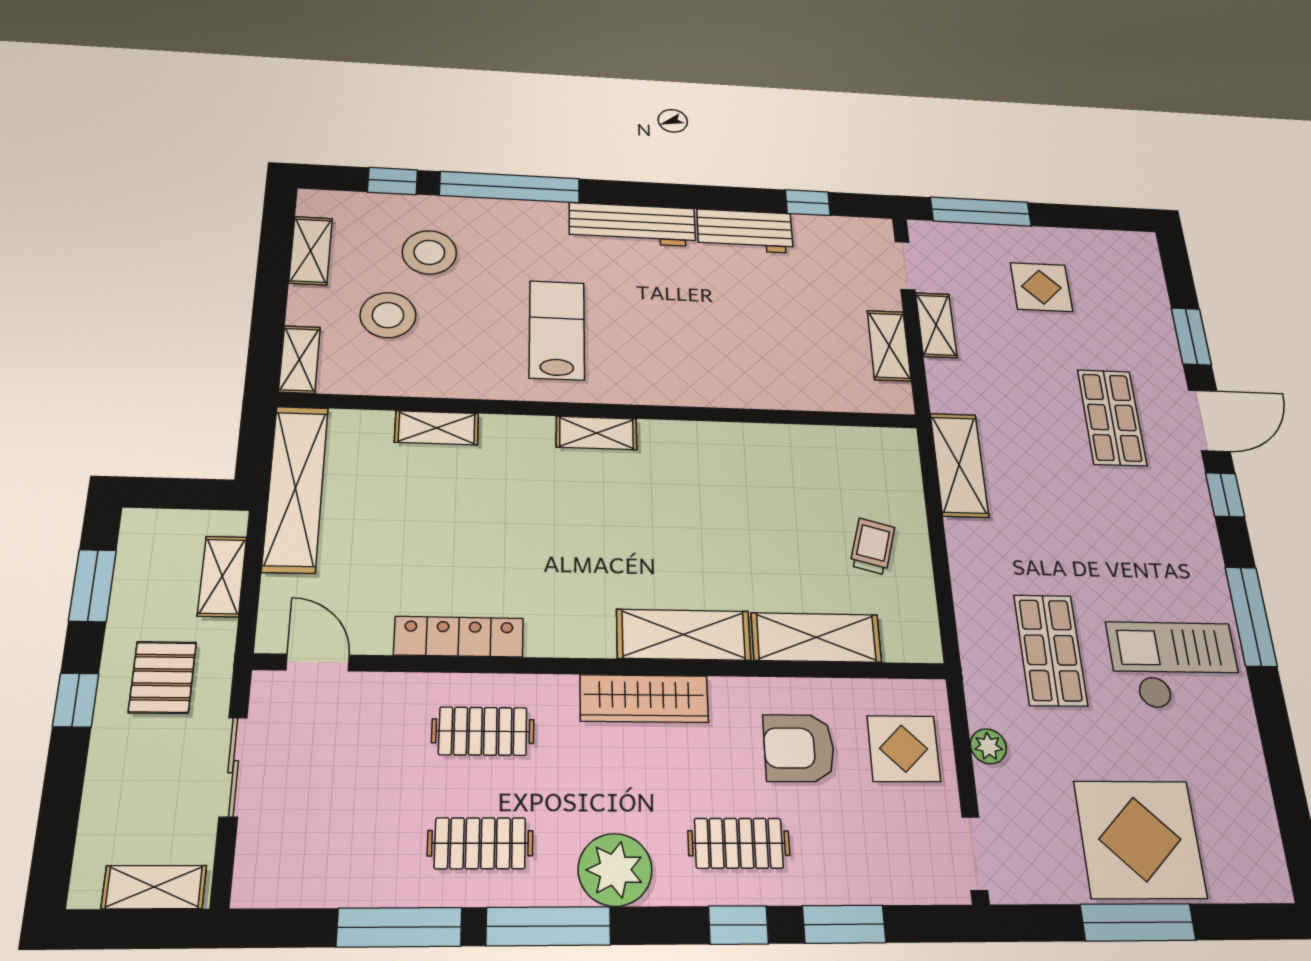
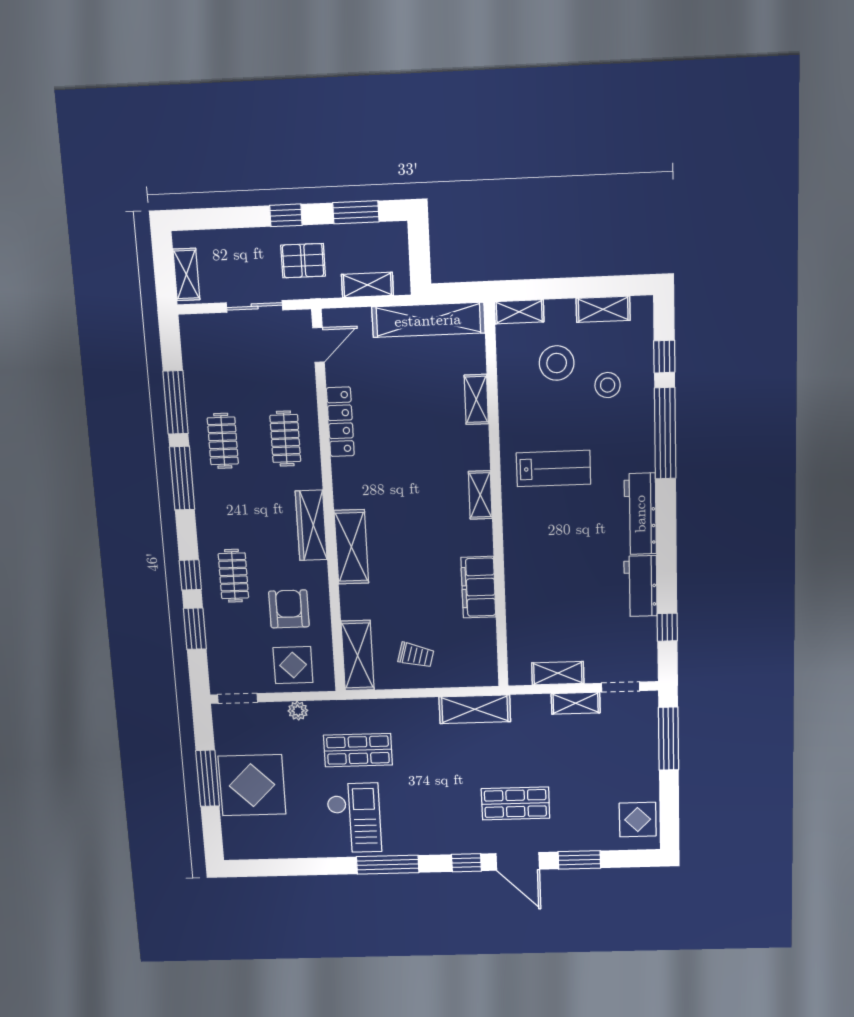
stool: (429, 252) -> (608, 385), width x0.73, depth x0.73
display table: (1041, 287) -> (638, 820), moved
filing cabinet: (752, 446) -> (478, 587), added
shelving: (816, 637) -> (358, 656), moved
plant: (615, 870) -> (214, 511), removed

